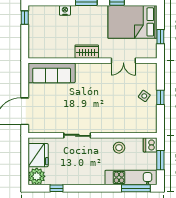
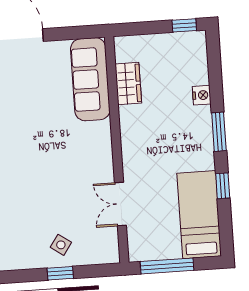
bed: (132, 22) -> (199, 215), width x0.67
window: (160, 37) -> (167, 266), width x2.17
wardrobe: (87, 52) -> (128, 84), moved

